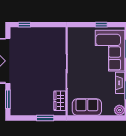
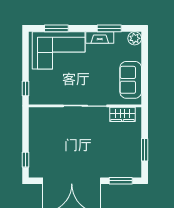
window: (101, 25) -> (26, 89), moved
window: (45, 118) -> (145, 150), moved

